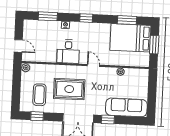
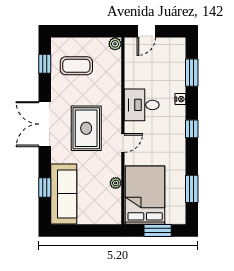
bed: (130, 38) -> (145, 195), moved
rug: (69, 89) -> (86, 128), moved
window: (108, 119) -> (45, 188), moved

